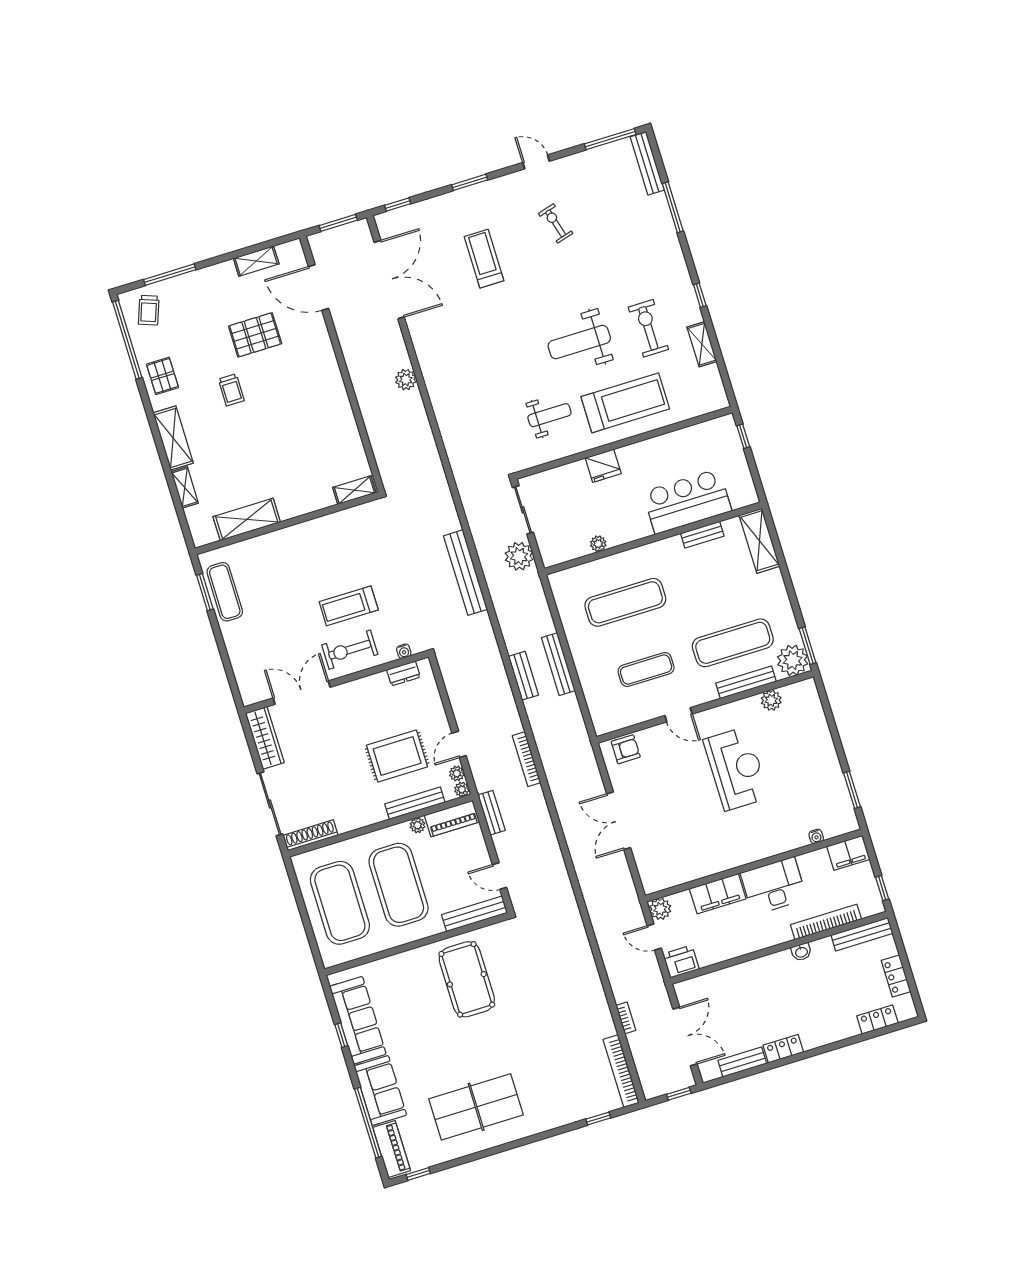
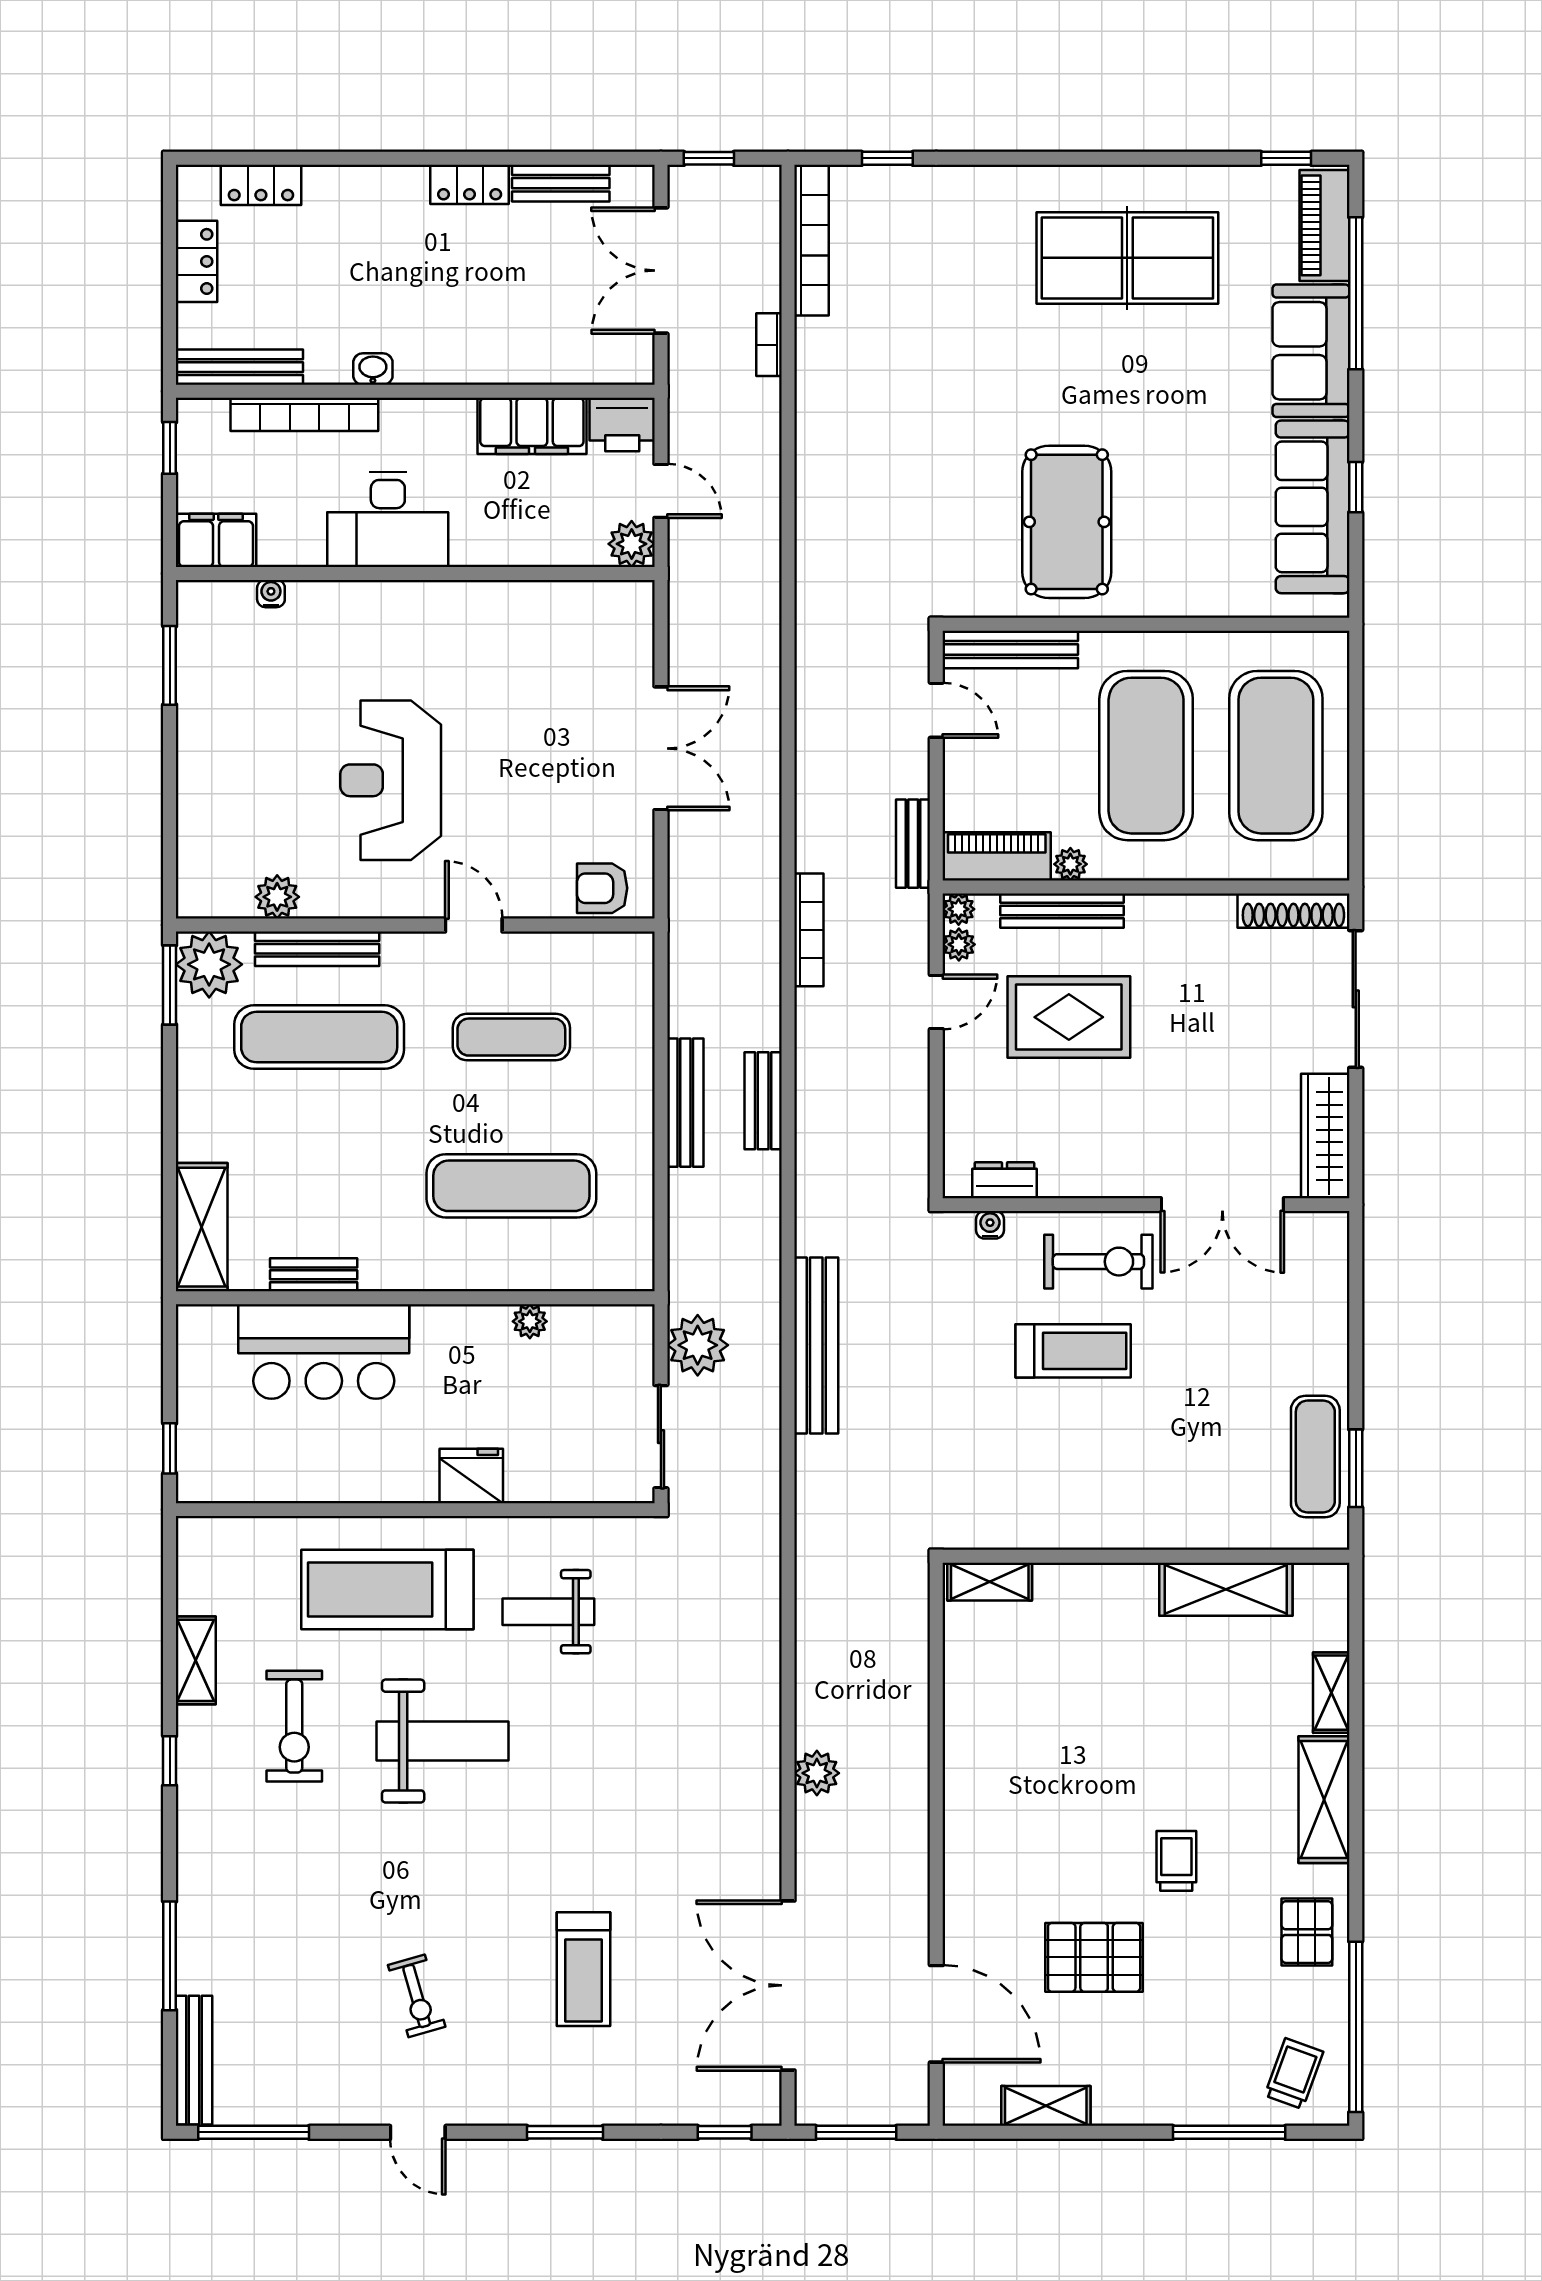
filing cabinet: (718, 894) -> (532, 426), moved, turned 180

